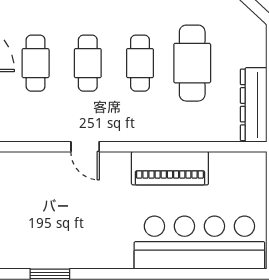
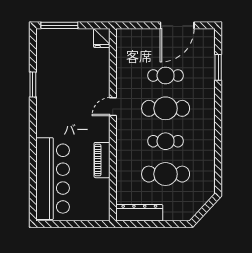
cafe table: (88, 63) -> (166, 108), width x1.37, depth x1.35
piano: (170, 168) -> (102, 160), width x0.73, depth x0.75

